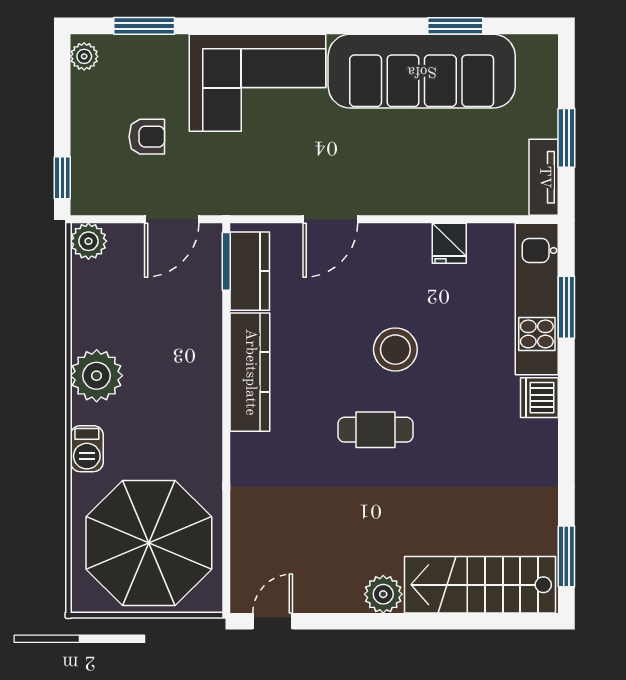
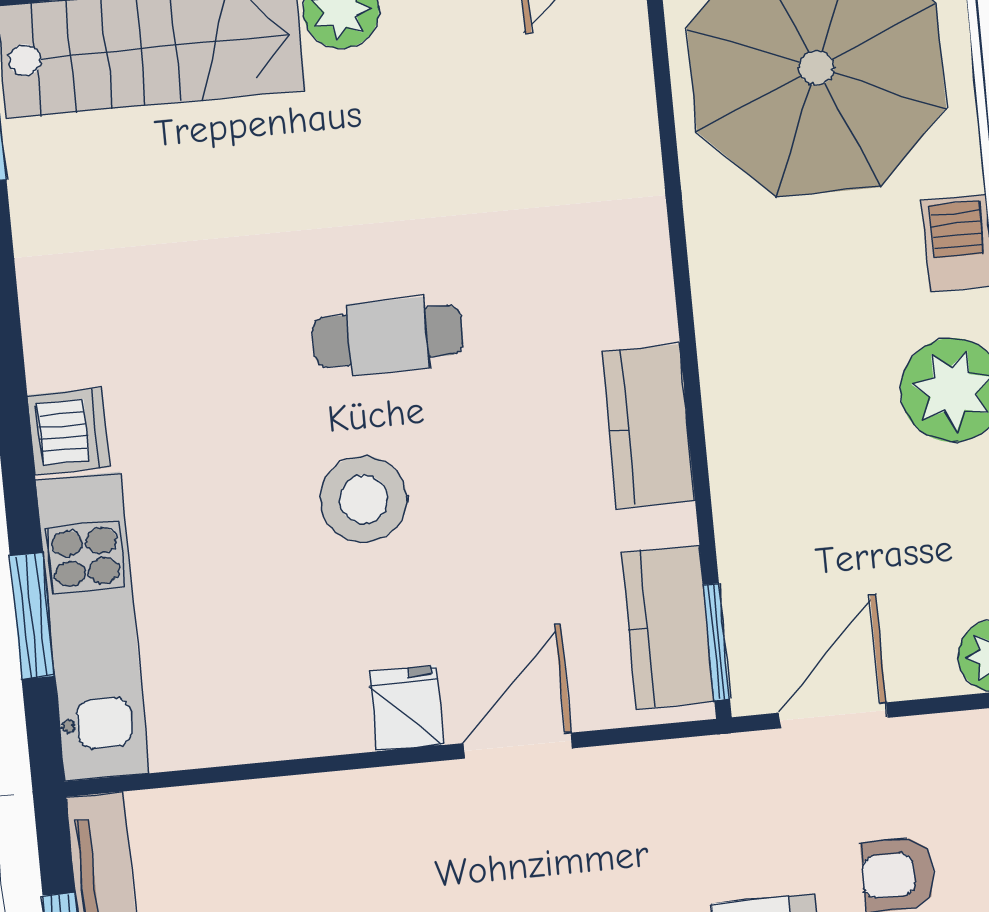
fridge: (449, 243) -> (406, 708), moved
kitchen counter: (250, 372) -> (648, 426), width x0.67

